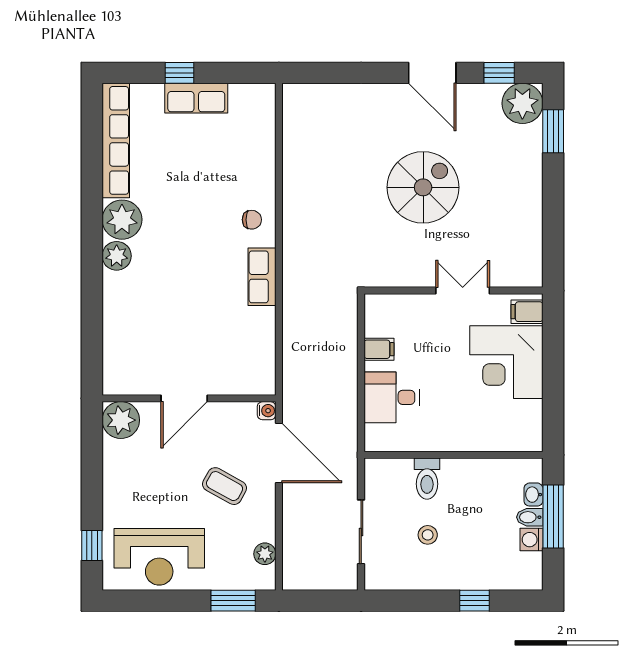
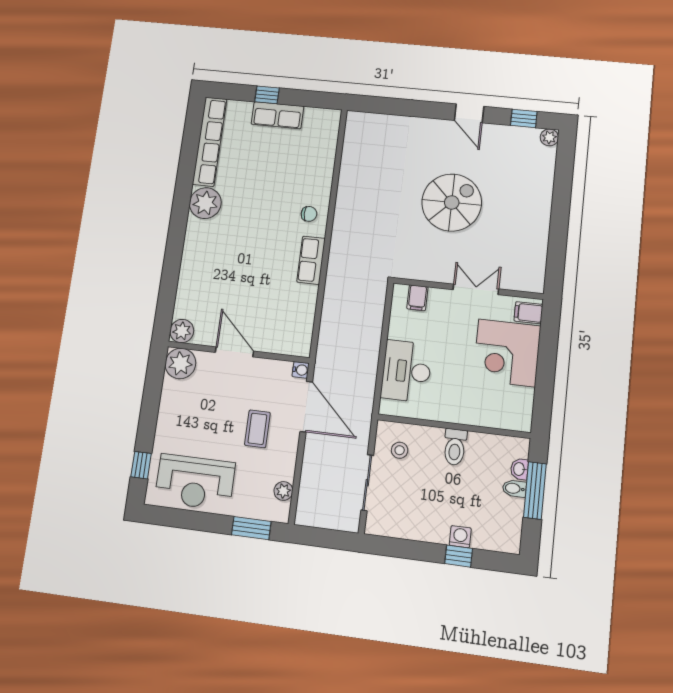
door: (432, 73) -> (469, 113), width x0.73
plant: (522, 103) -> (549, 137), width x0.53, depth x0.53
window: (553, 131) -> (564, 169), removed
plant: (117, 256) -> (182, 331), moved
filing cabinet: (379, 349) -> (417, 298), moved, turned 90
desk: (392, 397) -> (406, 371), width x1.37
door: (184, 398) -> (234, 352), swing flipped
toilet: (427, 479) -> (455, 447), moved
coffee table: (225, 486) -> (257, 429), turned 61
stool: (428, 535) -> (400, 450), moved
washing machine: (531, 540) -> (460, 537), moved, turned 90

